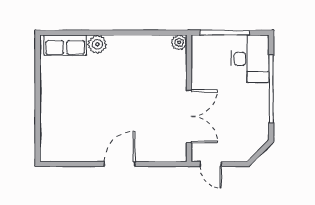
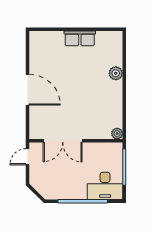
row of seats: (65, 45) -> (80, 38), moved, turned -90
door: (120, 164) -> (28, 90), width x1.36

